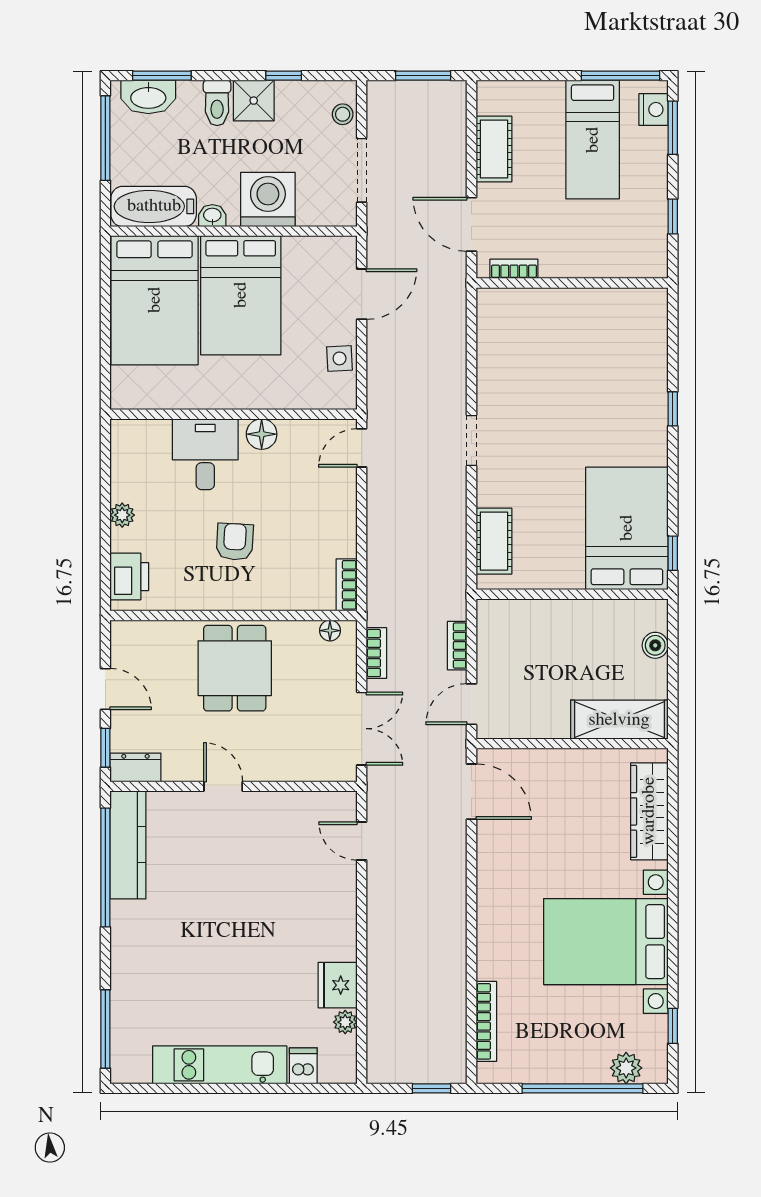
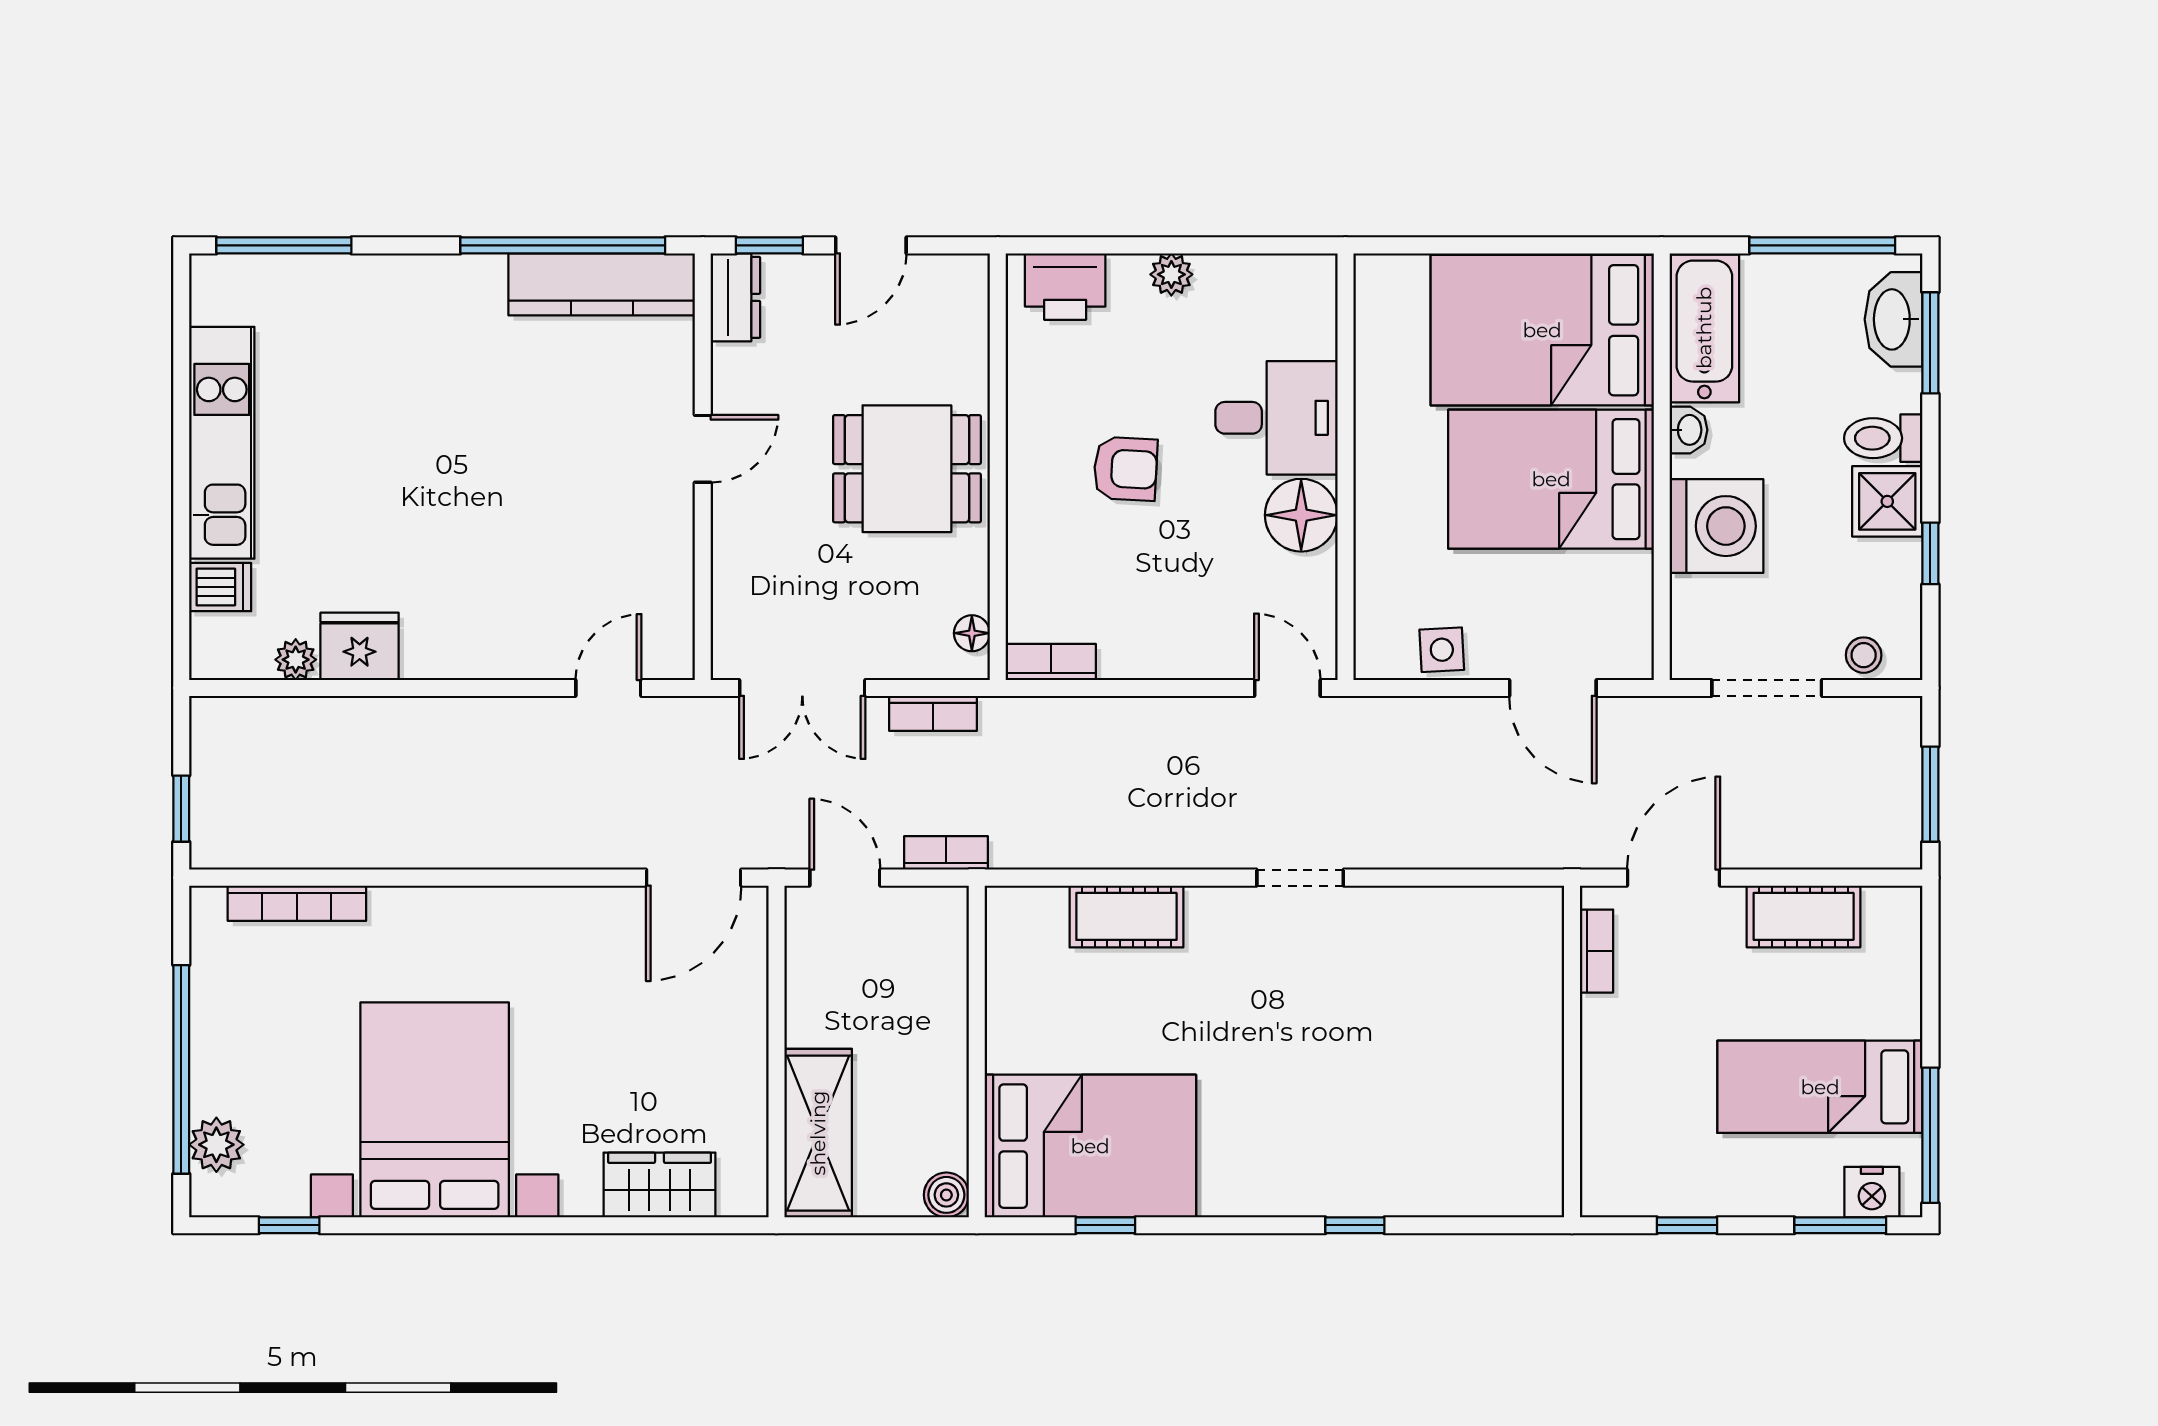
floor lamp: (262, 434) -> (1301, 515), width x1.38, depth x1.38
bed: (627, 528) -> (1090, 1146), moved
wall: (572, 594) -> (977, 1051), moved
wardrobe: (649, 811) -> (659, 1185), width x0.67

